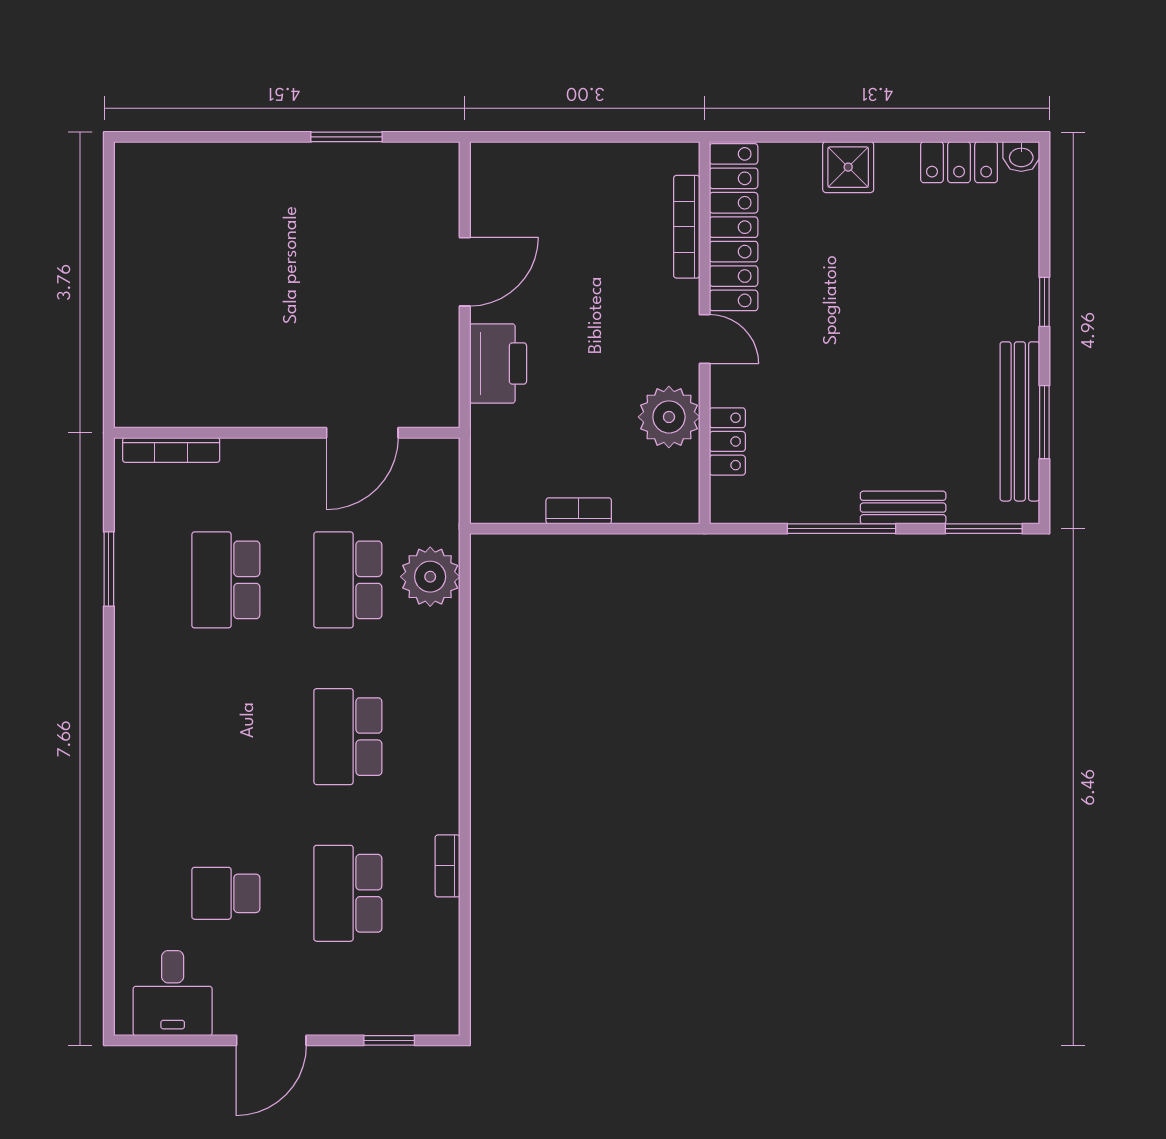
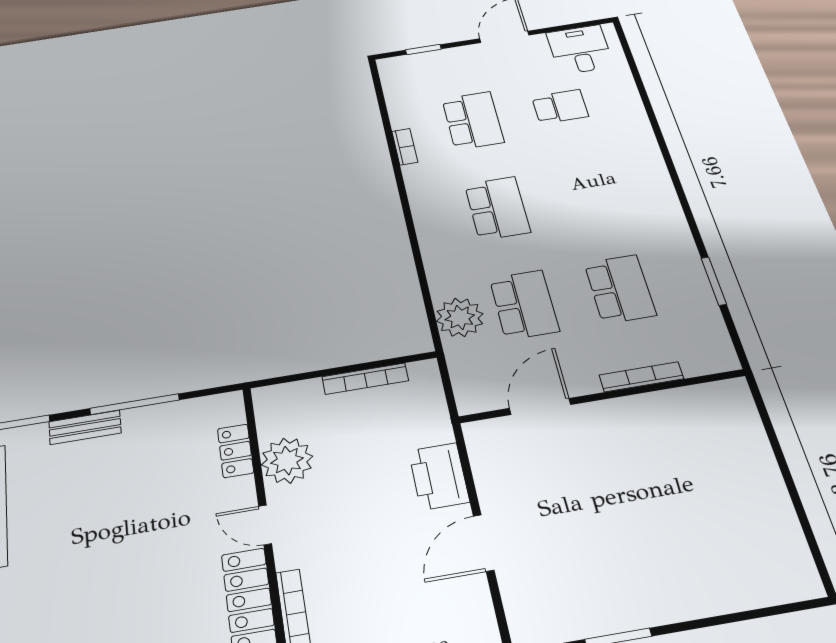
bookcase: (171, 450) -> (641, 377), moved
bookcase: (579, 511) -> (365, 379), width x1.56

